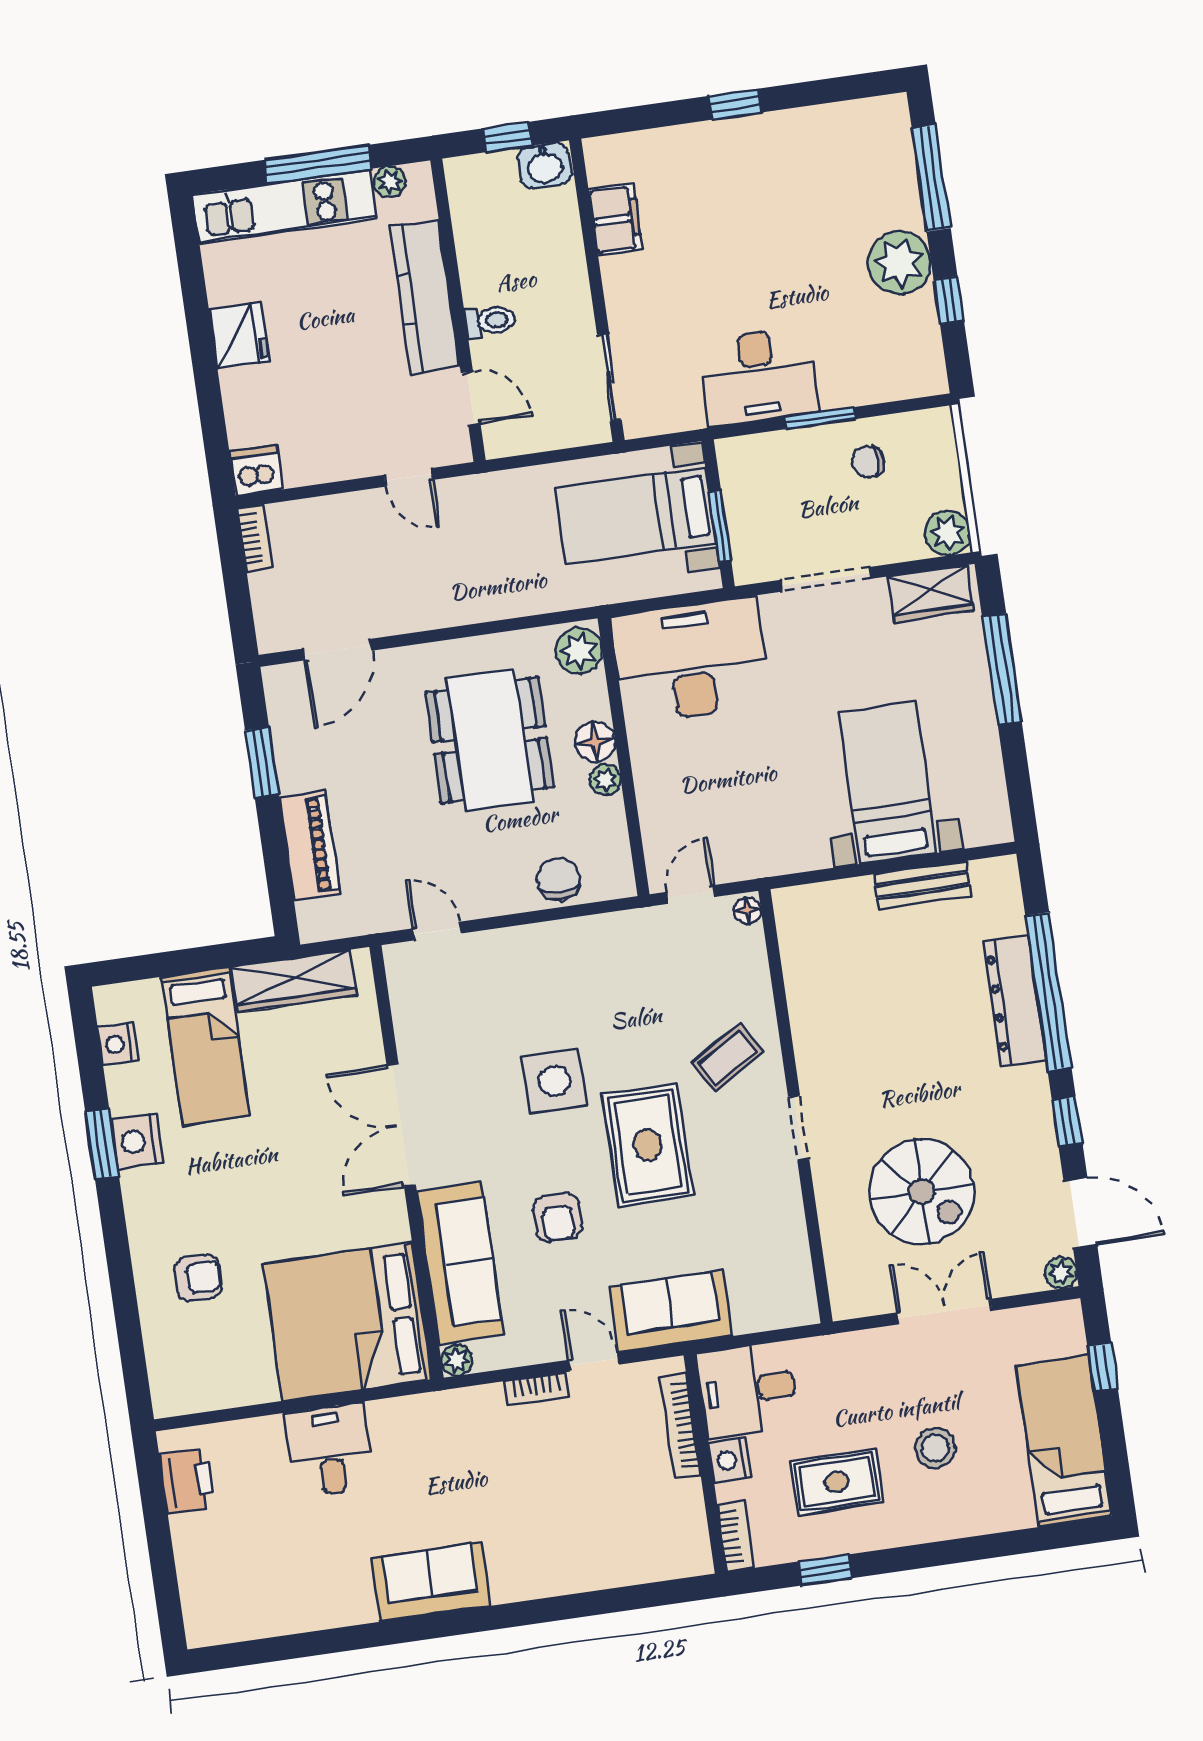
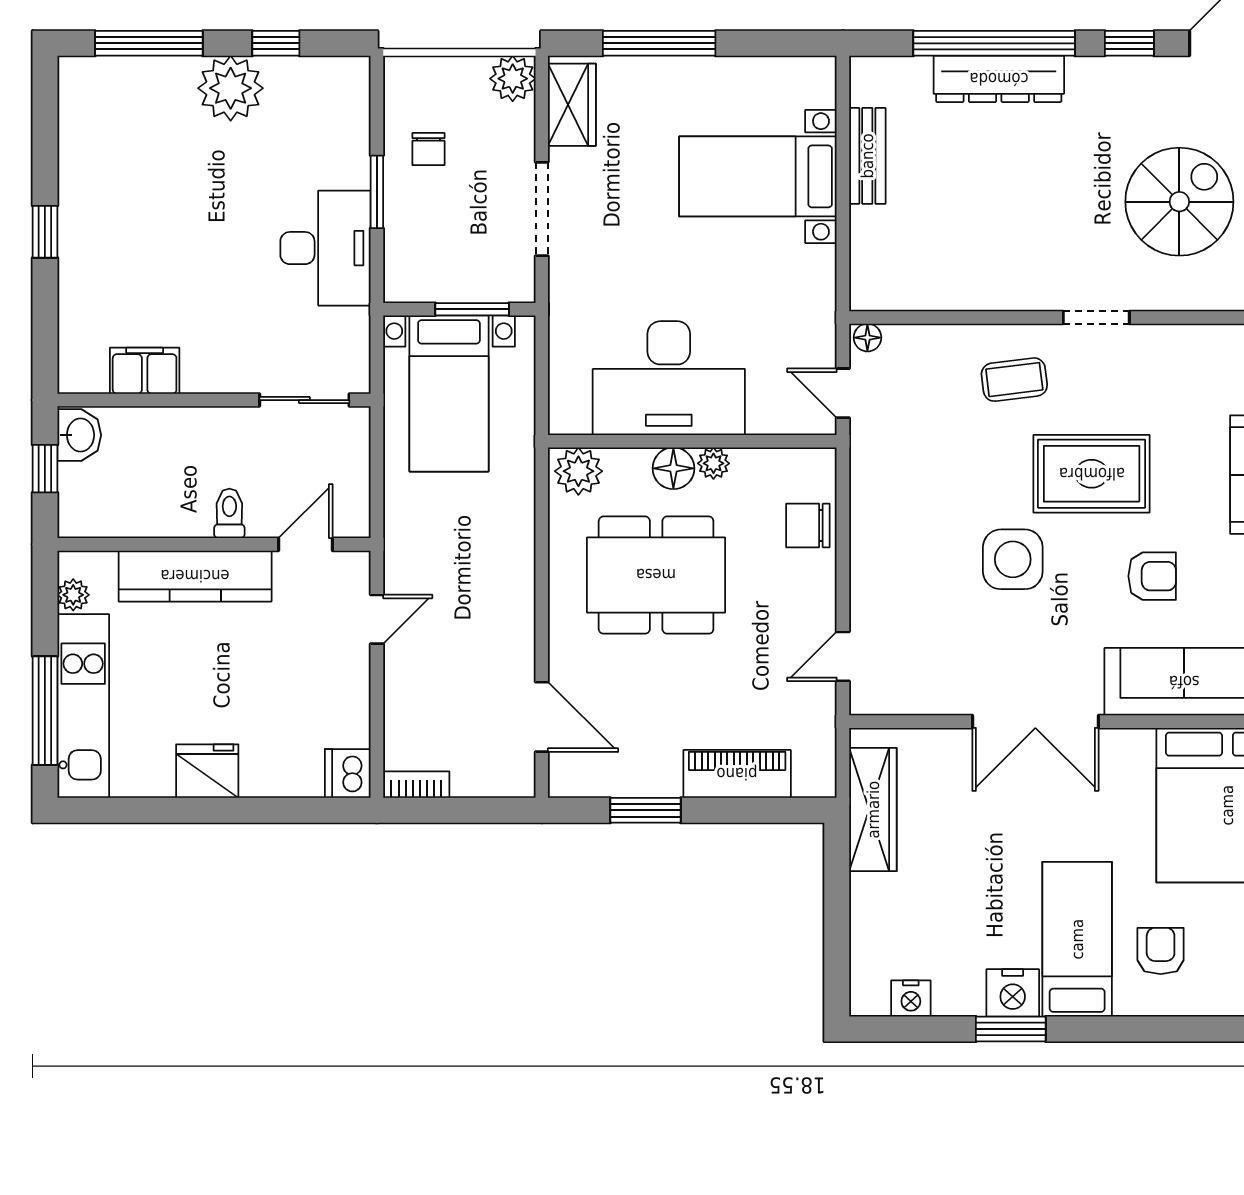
window: (318, 164) -> (45, 711), moved
desk: (691, 661) -> (669, 378), moved, turned -90
bed: (206, 1046) -> (1077, 939), moved, turned -90
coffee table: (728, 1058) -> (1014, 380), turned -66

